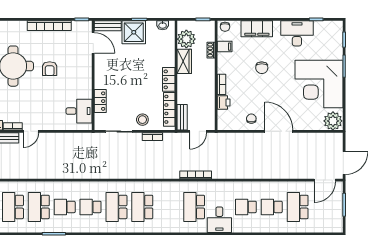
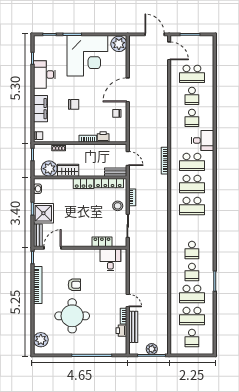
filing cabinet: (225, 47) -> (56, 136), removed
school desk: (116, 207) -> (192, 184), moved

